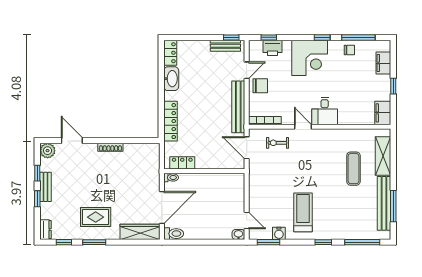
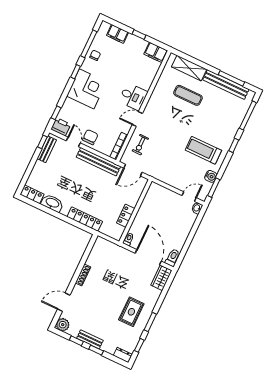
printer: (272, 48) -> (61, 127), moved, turned -90
locker: (182, 163) -> (126, 216), moved
wardrobe: (140, 232) -> (161, 278), width x0.67

